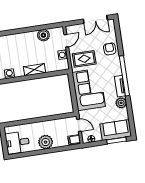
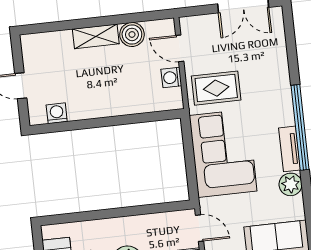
door: (66, 41) -> (180, 48), swing flipped
armchair: (110, 49) -> (271, 69), removed
shelving: (35, 70) -> (96, 36), moved

